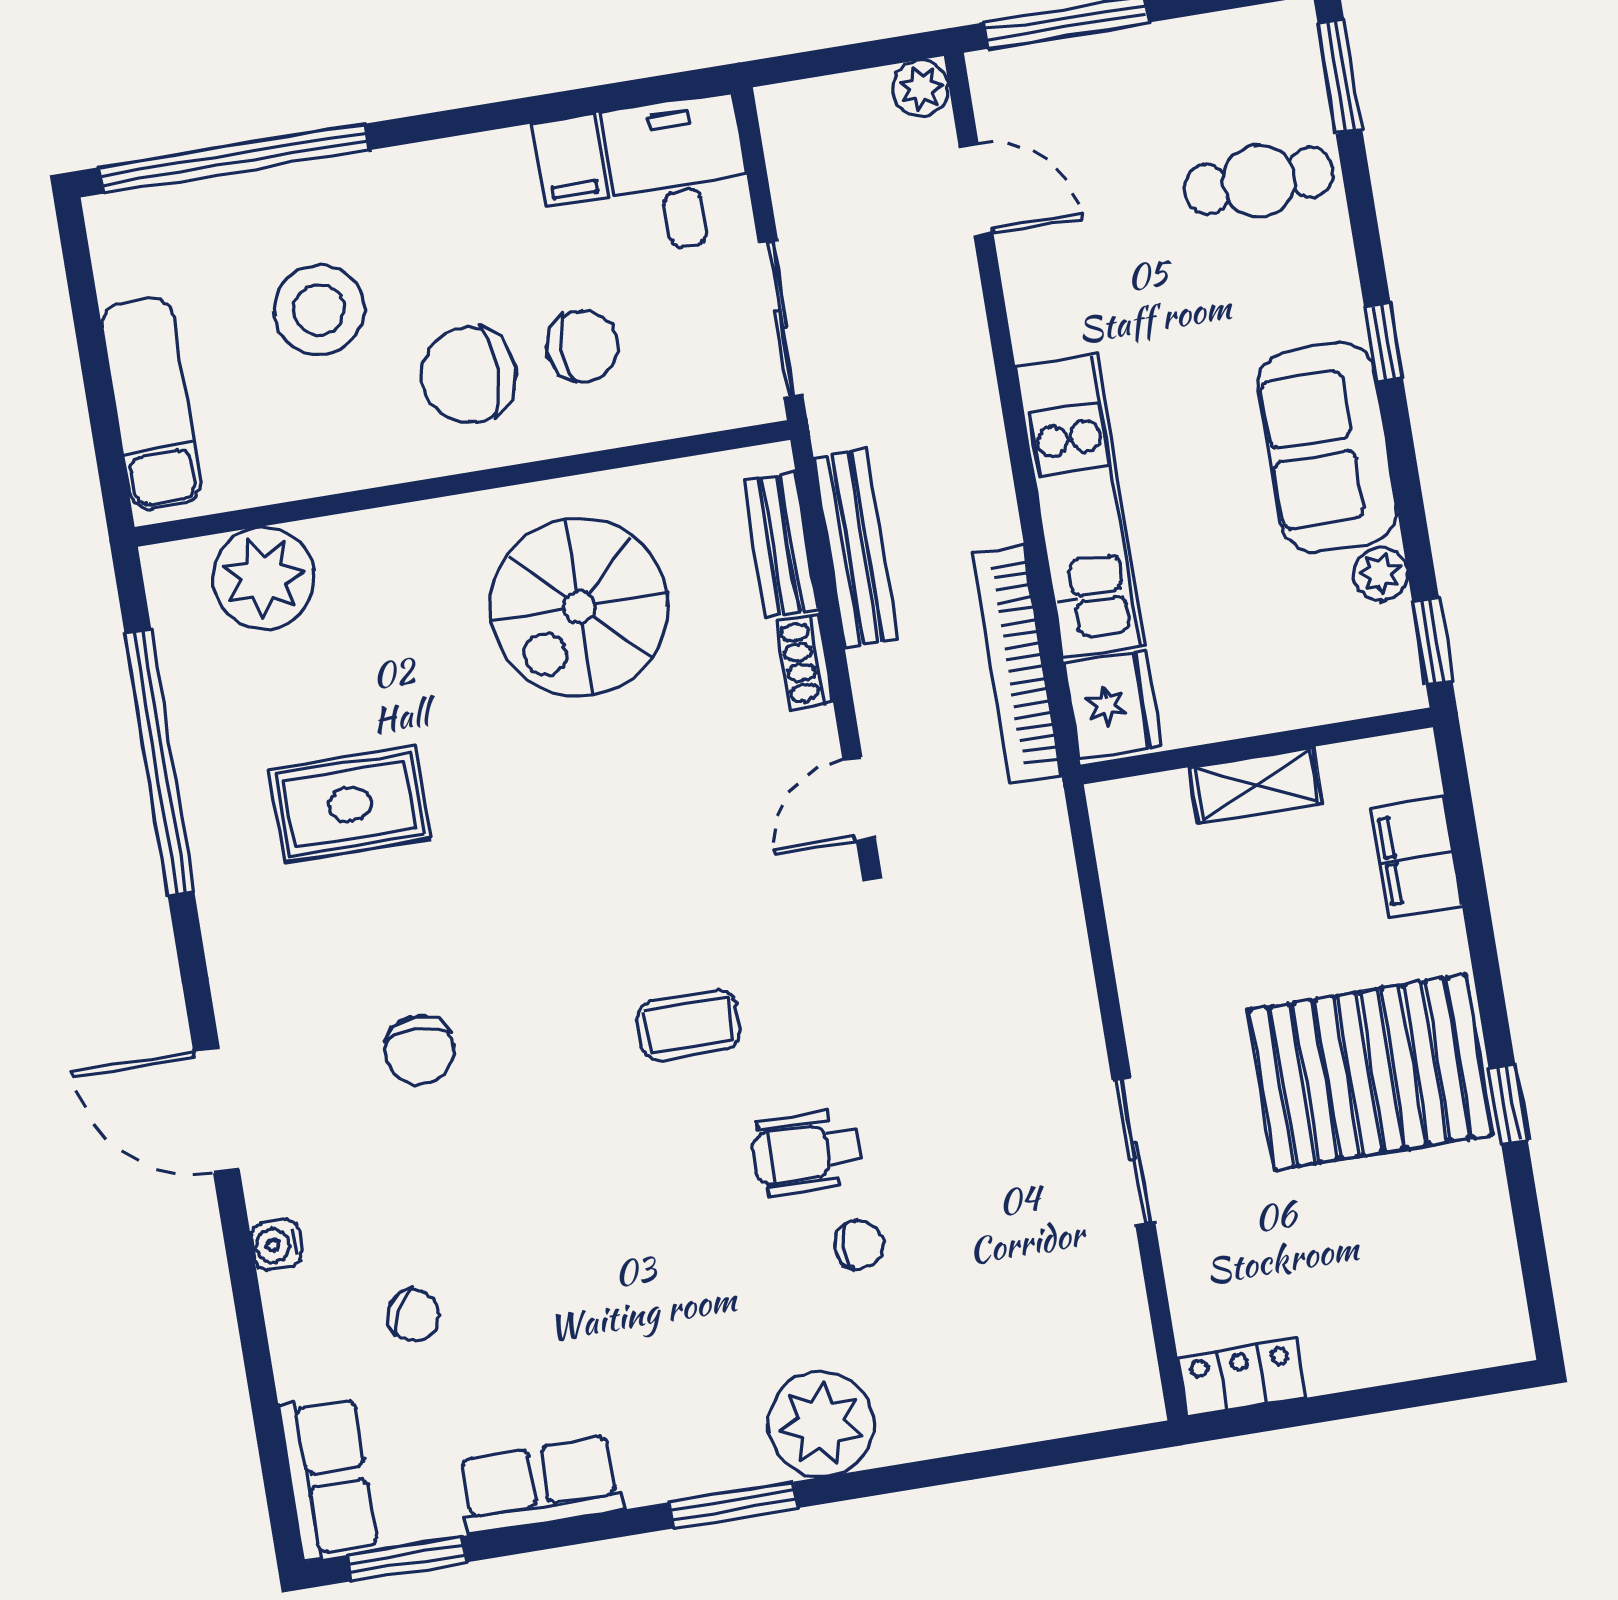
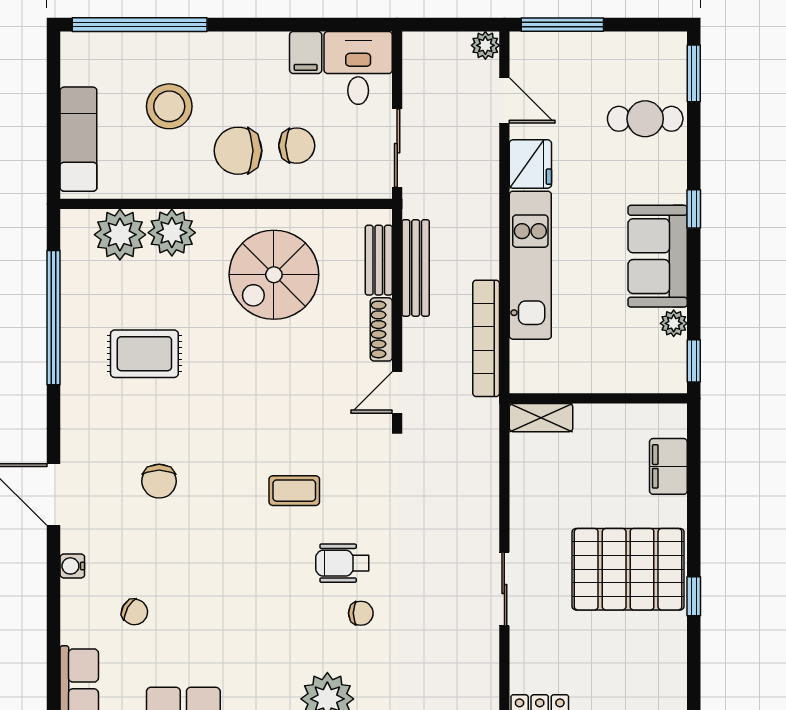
plant: (365, 557) -> (172, 233), added
shoe rack: (805, 662) -> (381, 329), width x1.43
fridge: (1113, 705) -> (530, 164), moved
shelving: (1256, 785) -> (541, 418), moved

